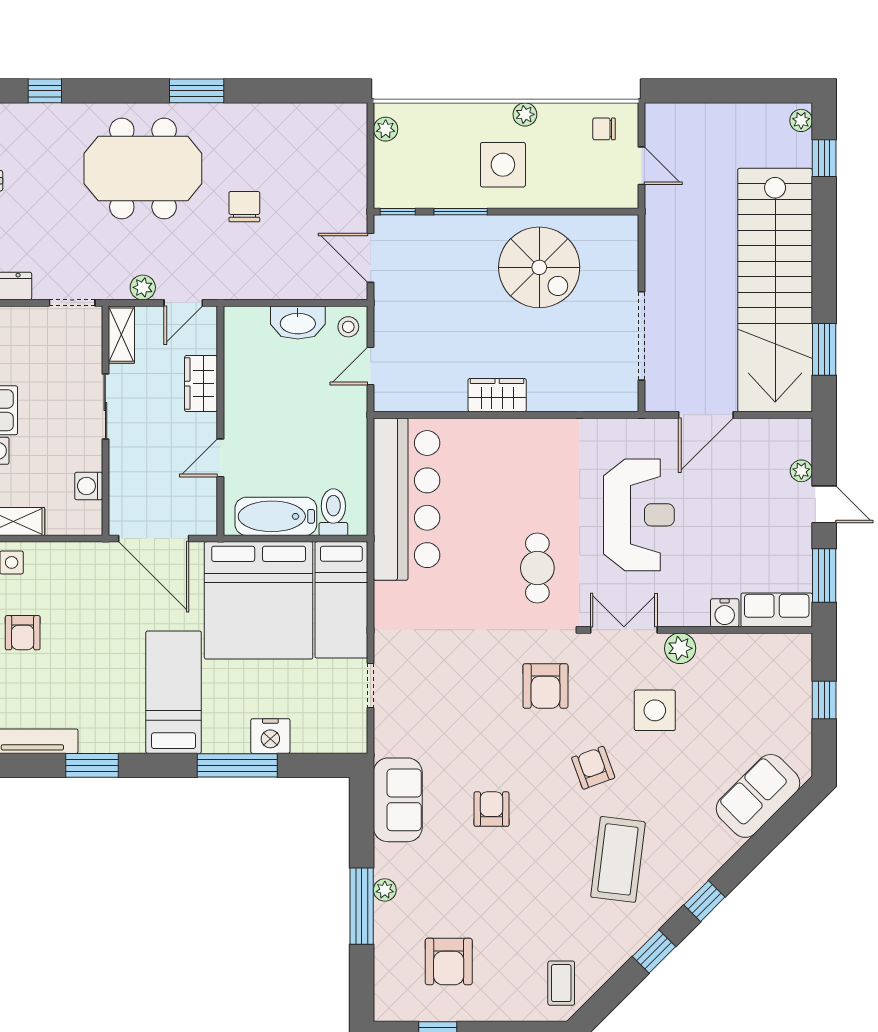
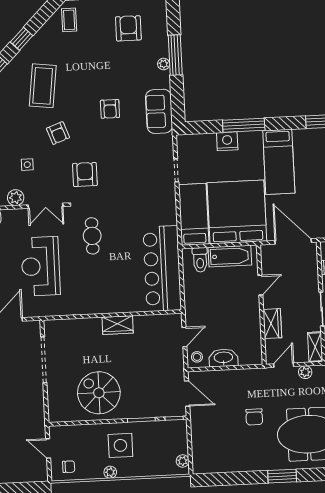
side table: (655, 710) -> (27, 165), width x0.54, depth x0.54

